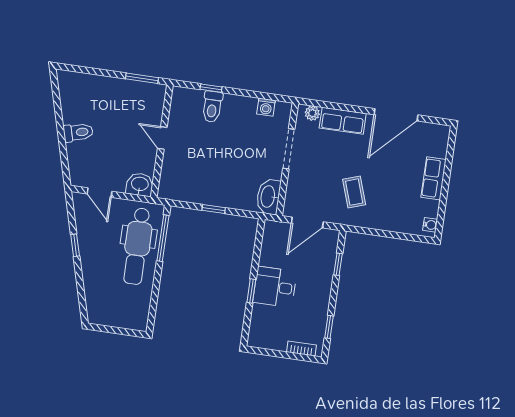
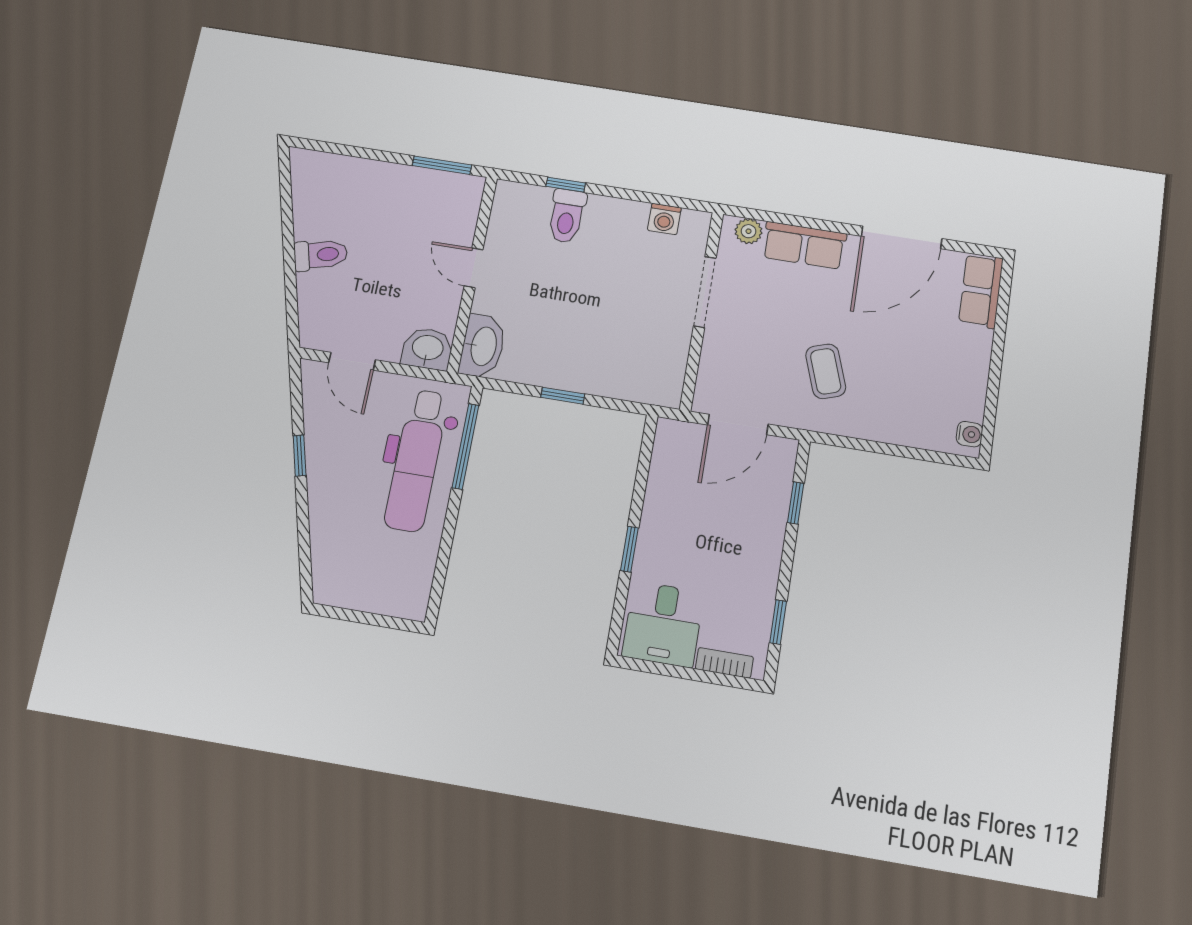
row of seats: (434, 178) -> (981, 291), moved
washbasin: (268, 197) -> (483, 346), moved, turned 180
desk: (275, 287) -> (663, 624), moved, turned -90

